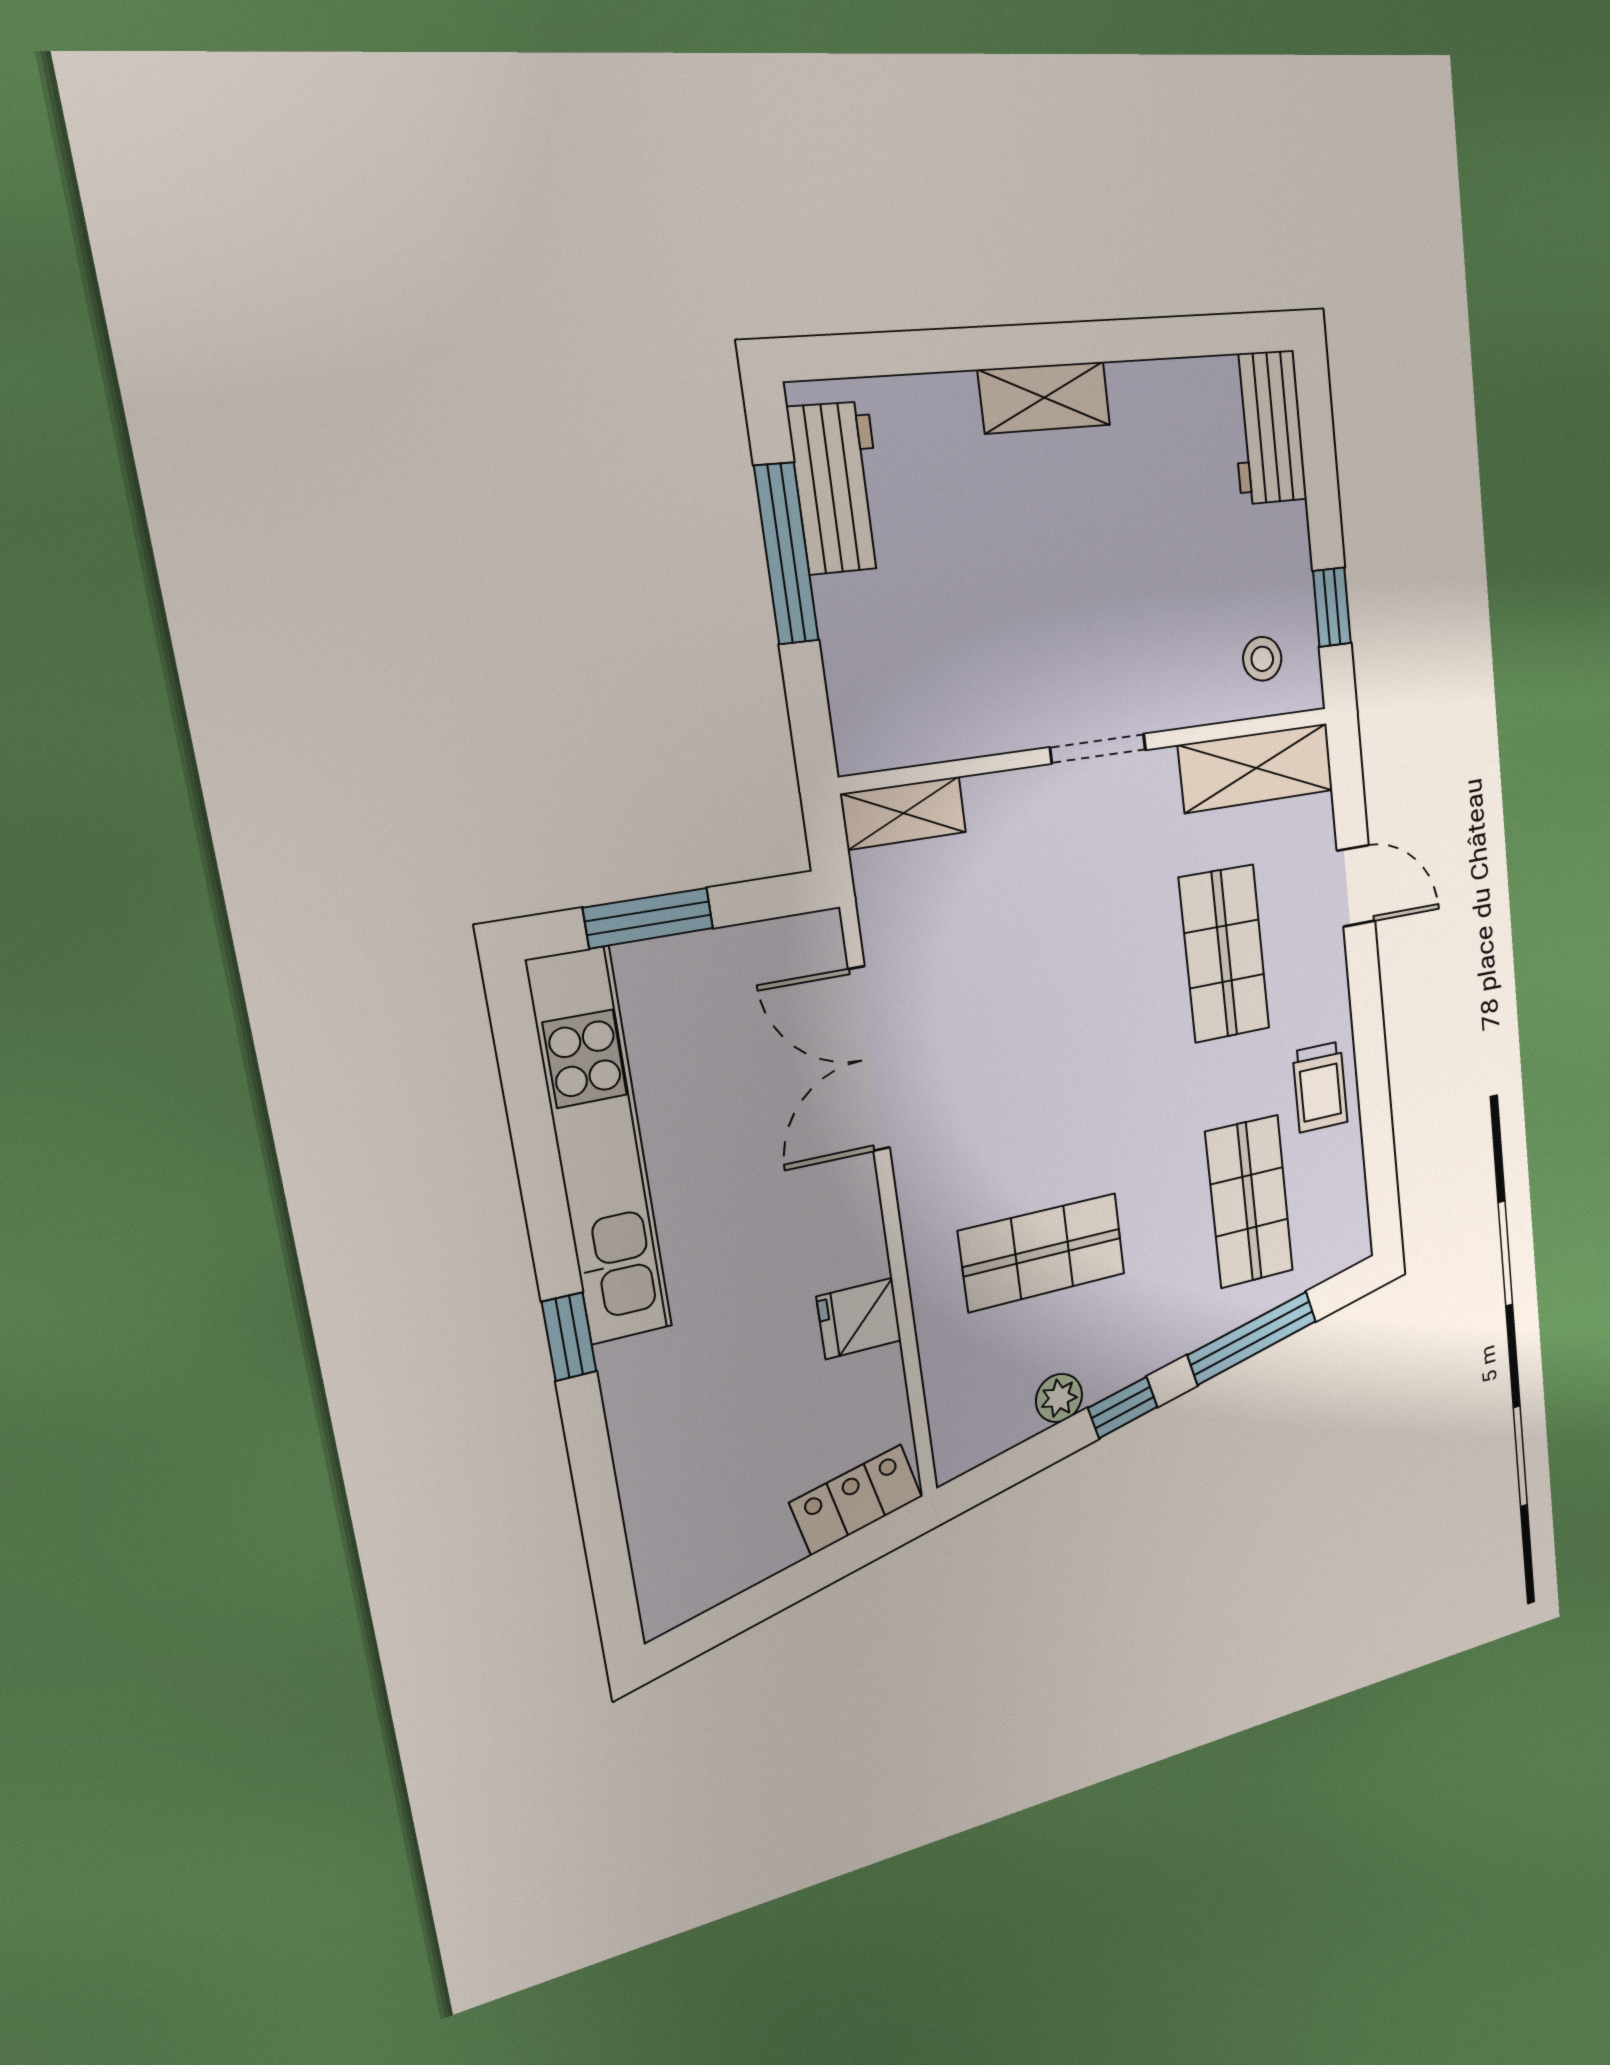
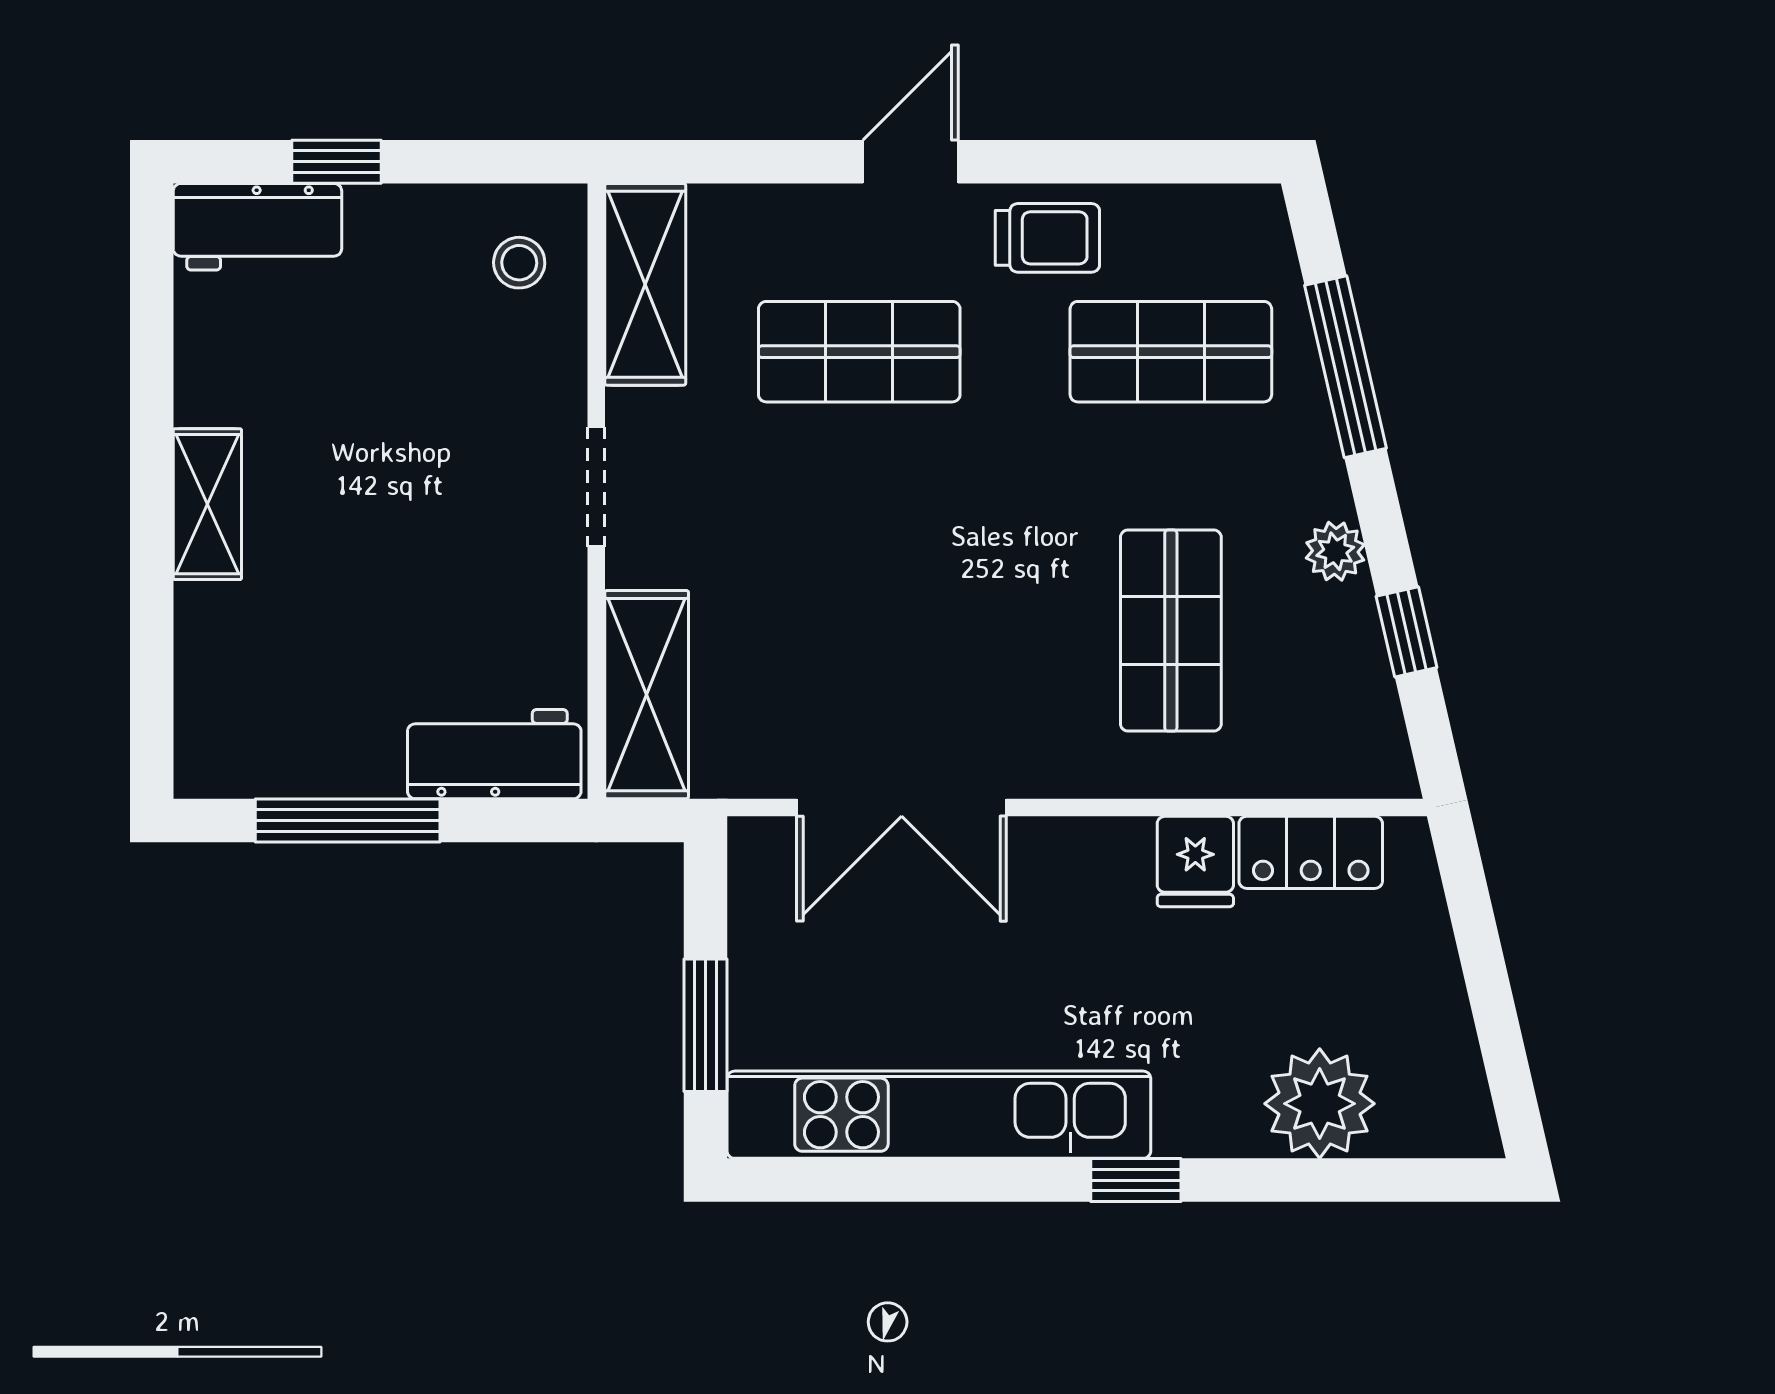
workbench: (838, 488) -> (494, 754), moved
window: (1332, 607) -> (337, 162), moved
shelving: (904, 813) -> (647, 695), width x1.50, depth x1.33
door: (1356, 886) -> (910, 162), moved
plant: (1059, 1398) -> (1335, 551), moved
window: (1123, 1407) -> (1407, 632), moved
plant: (666, 1477) -> (1320, 1104), added
locker: (856, 1500) -> (1311, 852), moved, turned -77

